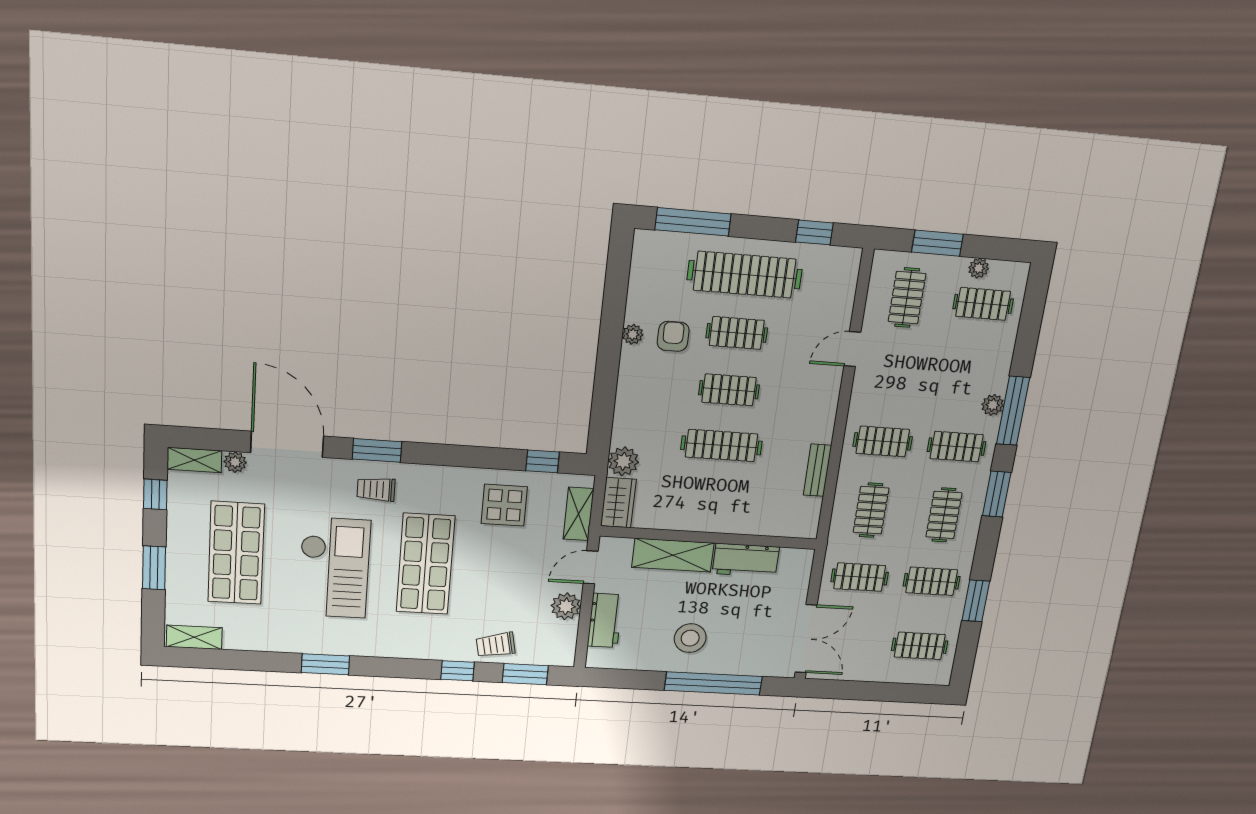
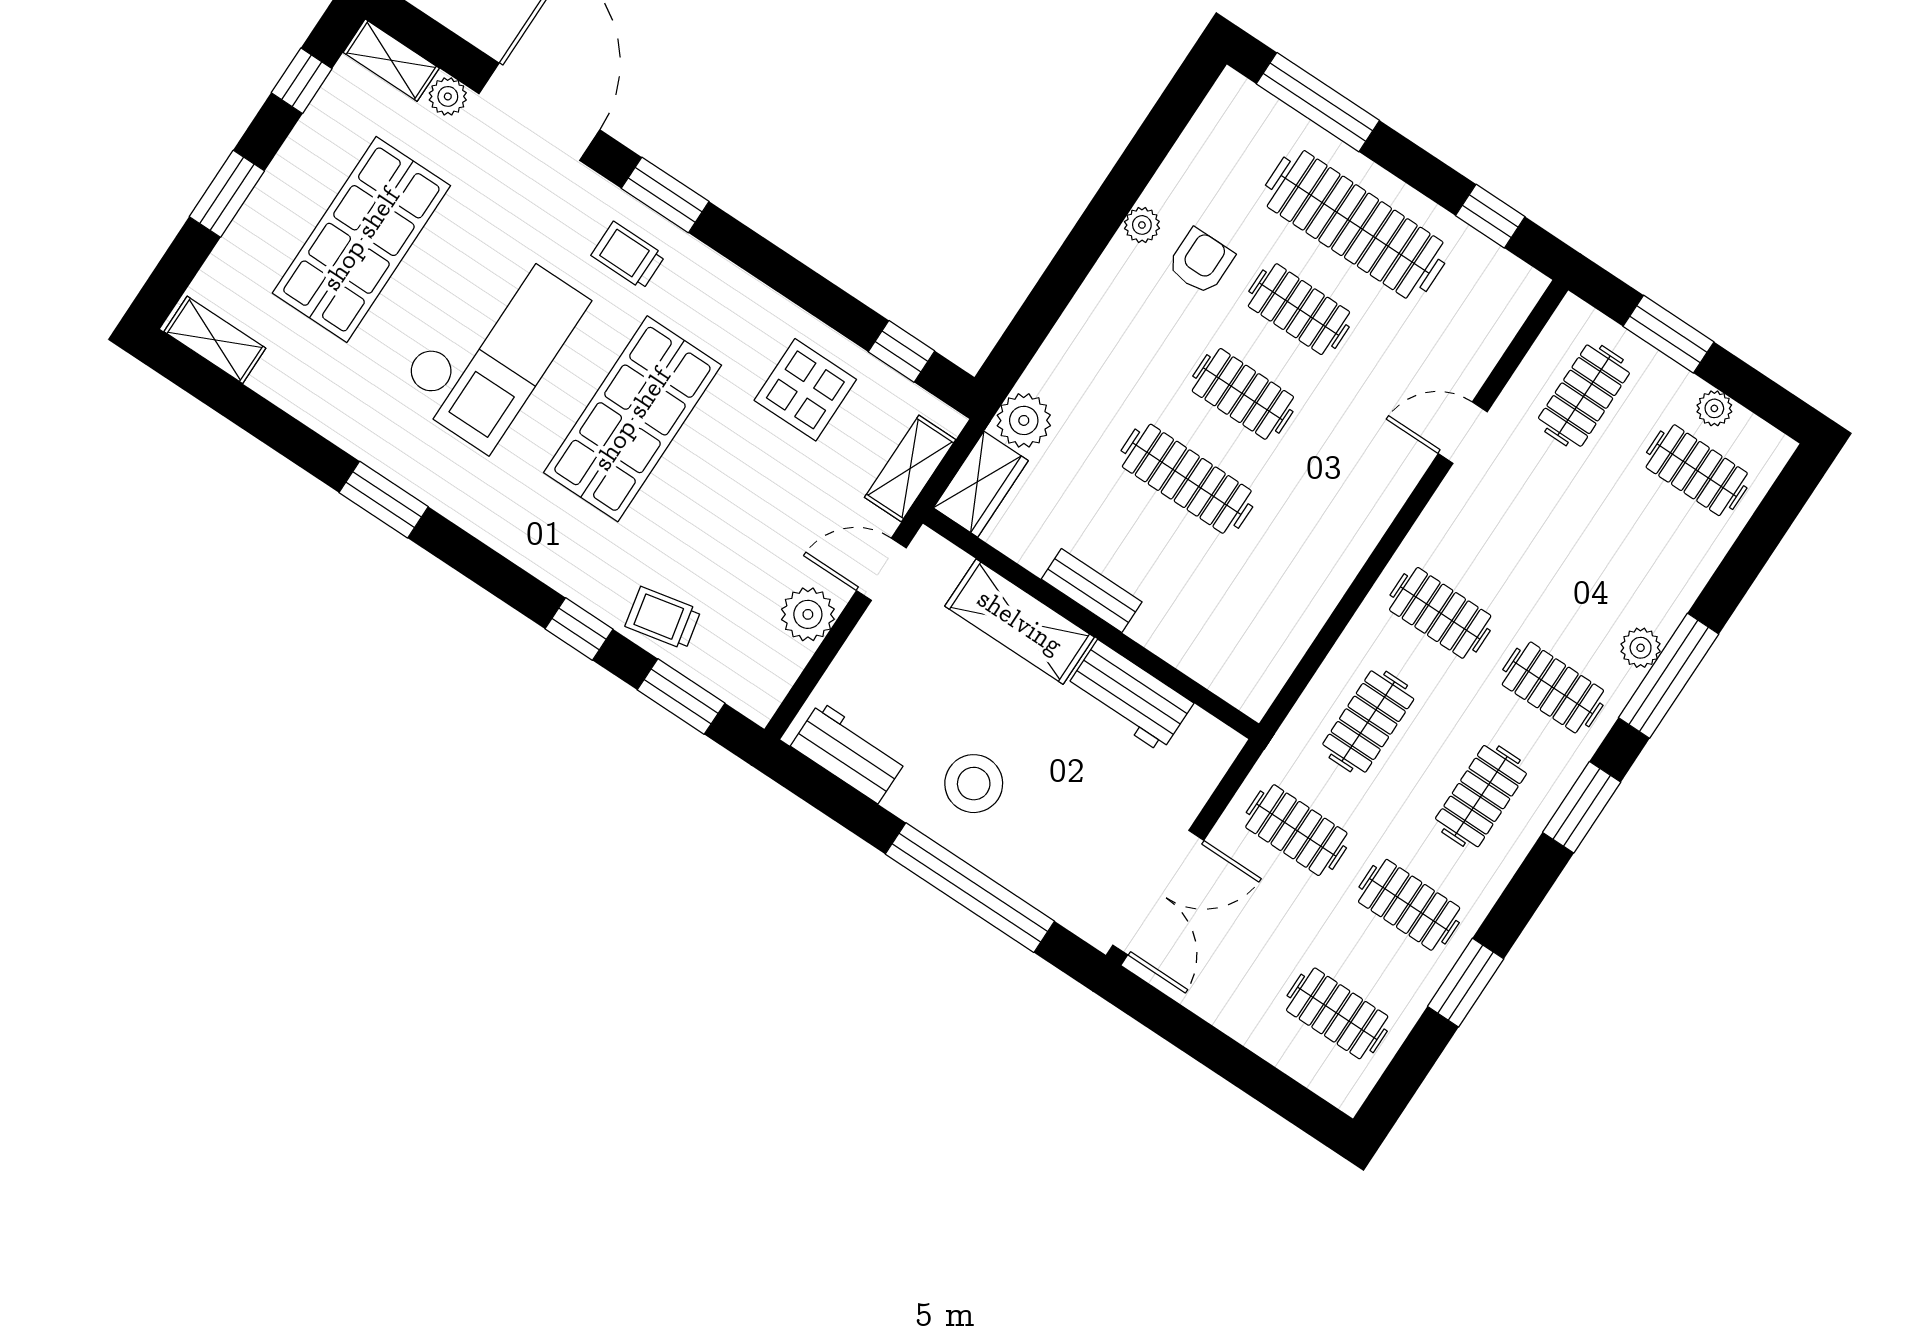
bench: (817, 470) -> (1092, 591), moved, turned 90
workbench: (605, 620) -> (849, 752), moved, turned -90

